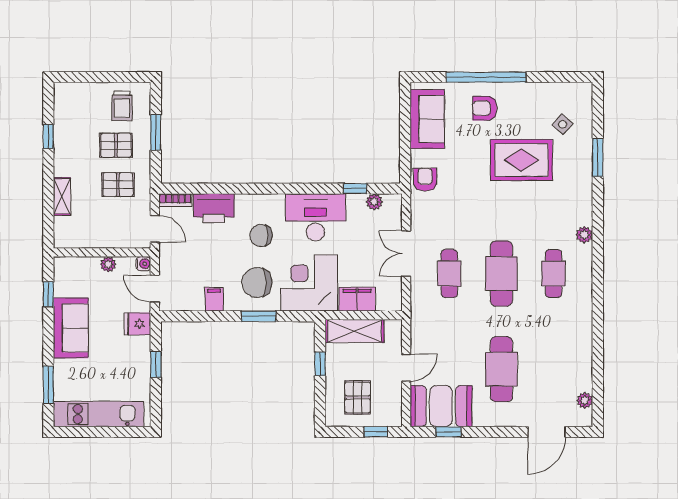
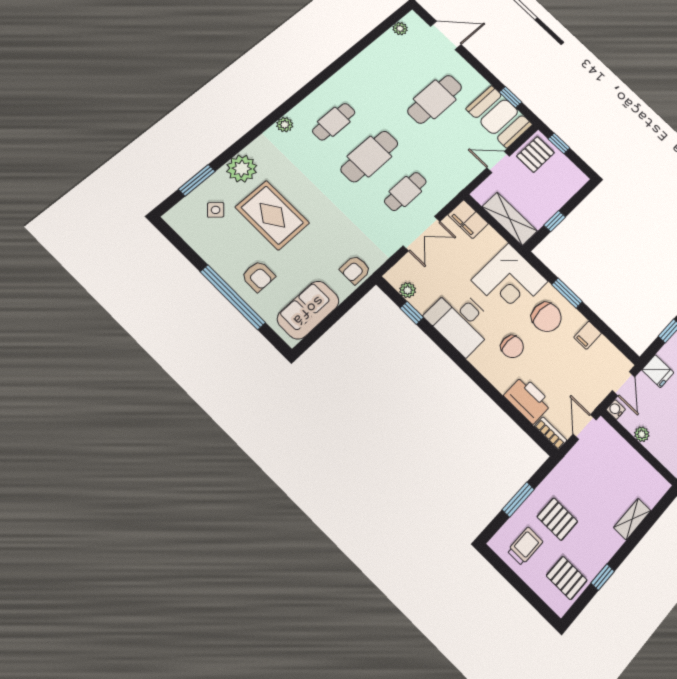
window: (598, 157) -> (197, 180), moved
plant: (578, 172) -> (242, 169), added
pallet: (118, 185) -> (567, 578), moved
filing cabinet: (357, 299) -> (468, 219), moved
pallet: (358, 397) -> (536, 154), moved

